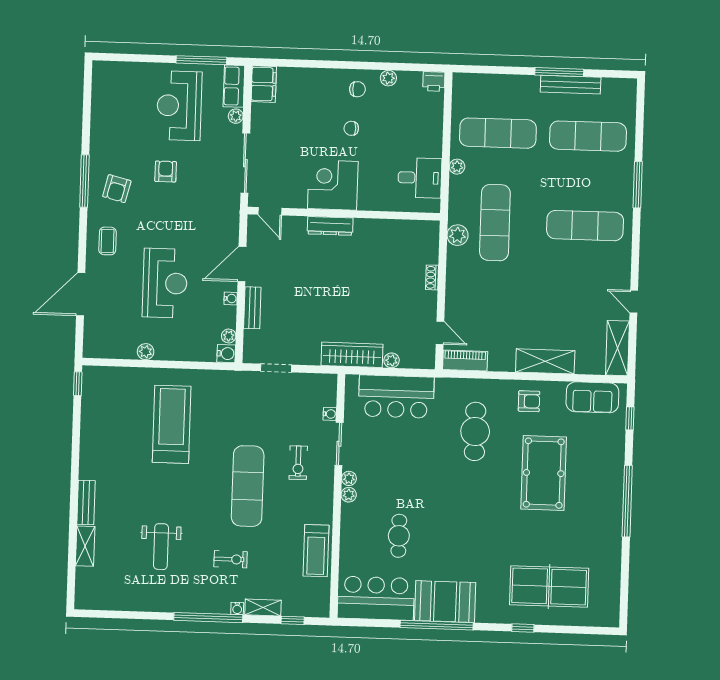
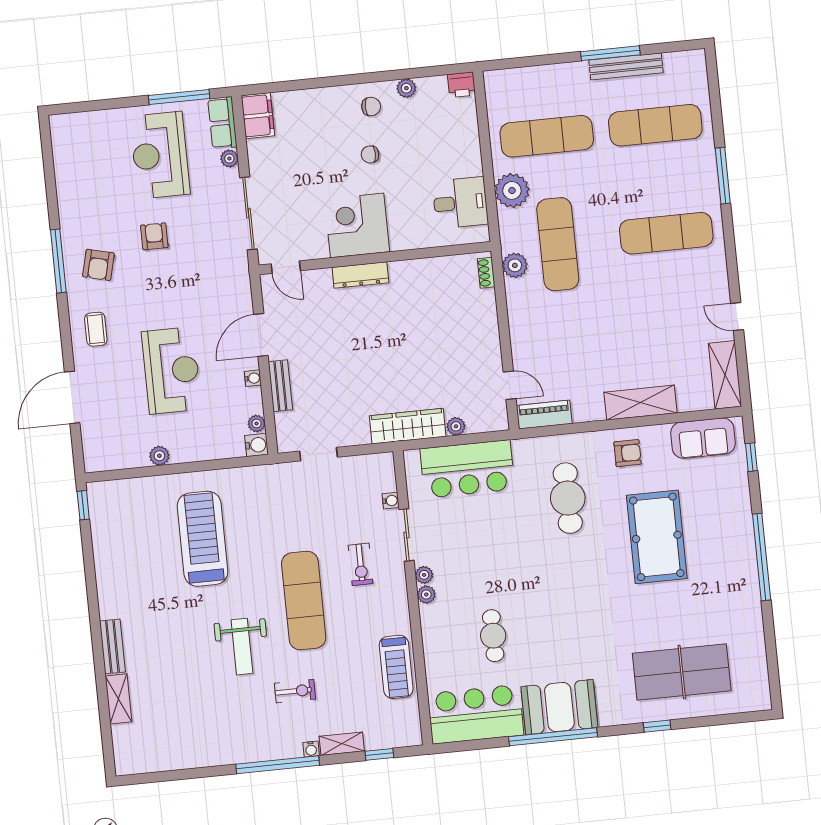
plant: (457, 167) -> (512, 190), width x1.88, depth x1.88
shoe rack: (432, 277) -> (486, 273), moved
weight bench: (161, 547) -> (242, 647), moved

